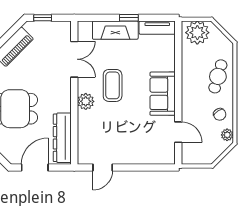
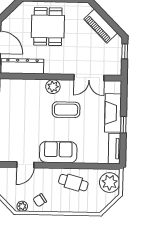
cafe table: (218, 76) -> (73, 183), moved

